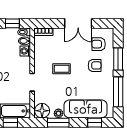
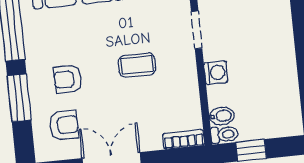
washing machine: (25, 51) -> (216, 73), moved

